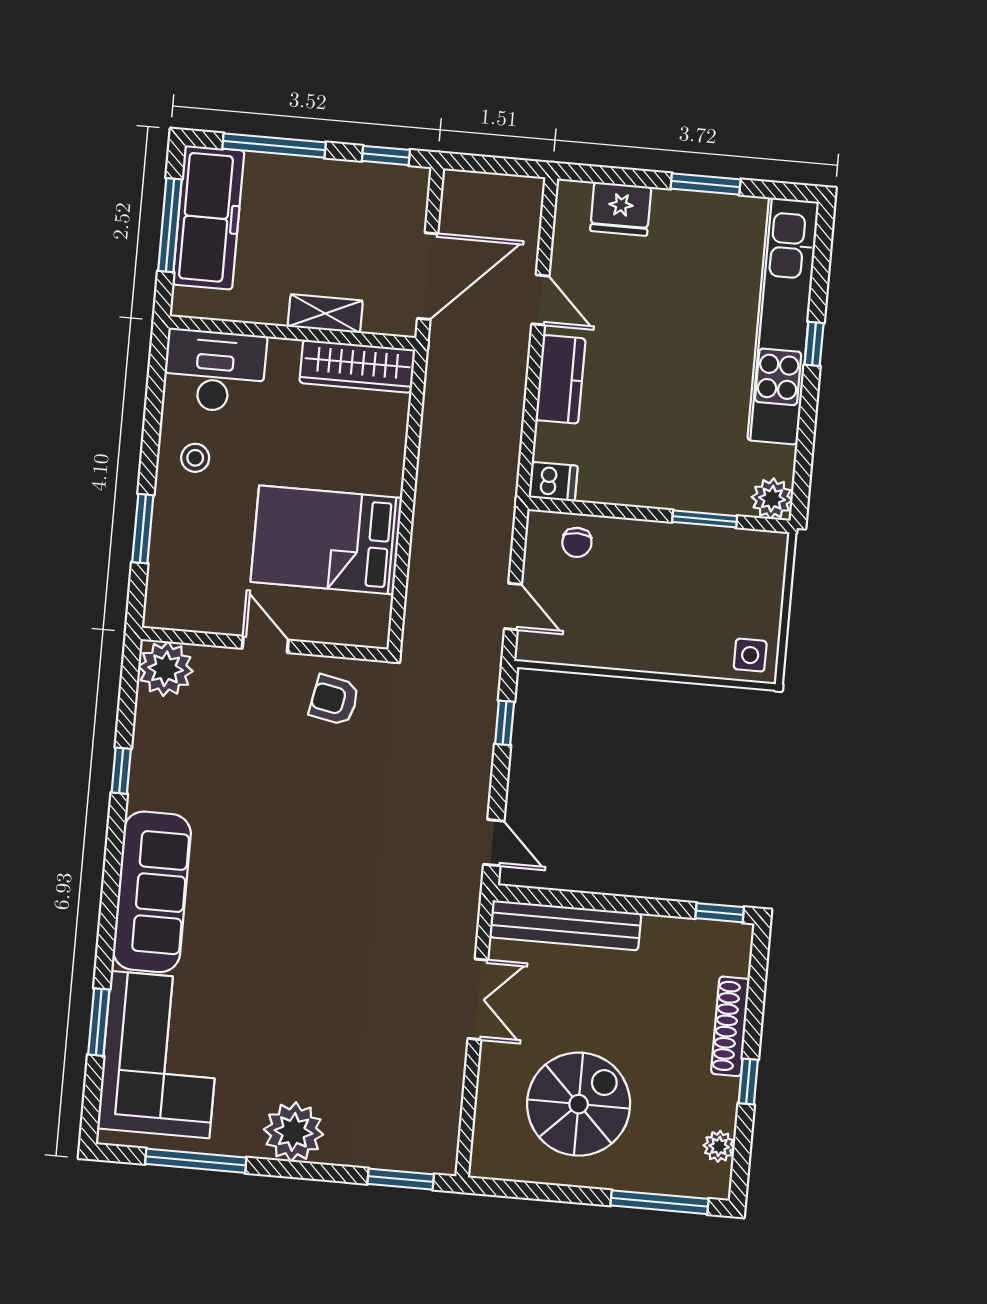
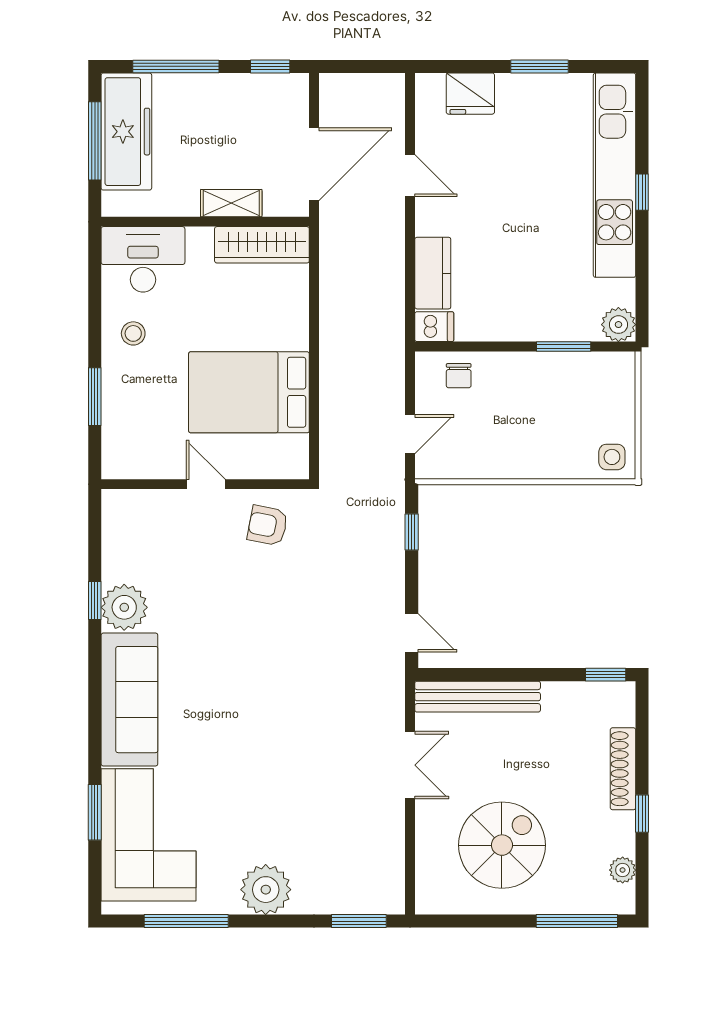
kitchen counter: (561, 379) -> (433, 273), moved
door: (513, 607) -> (410, 434), hinge flipped
plant: (166, 669) -> (124, 607), moved

